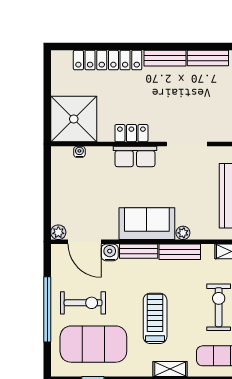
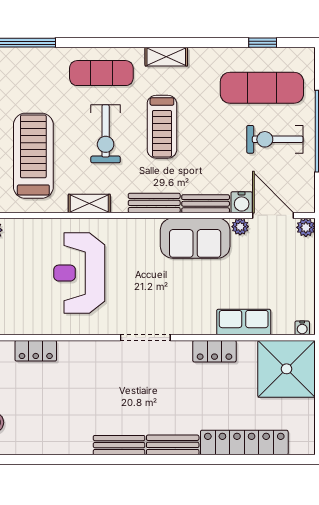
water cooler: (79, 152) -> (302, 328), moved
row of seats: (135, 156) -> (244, 322), moved
plant: (183, 233) -> (240, 227), moved
treadmill: (155, 318) -> (162, 127), moved
exercise mat: (93, 344) -> (262, 88), width x0.68

